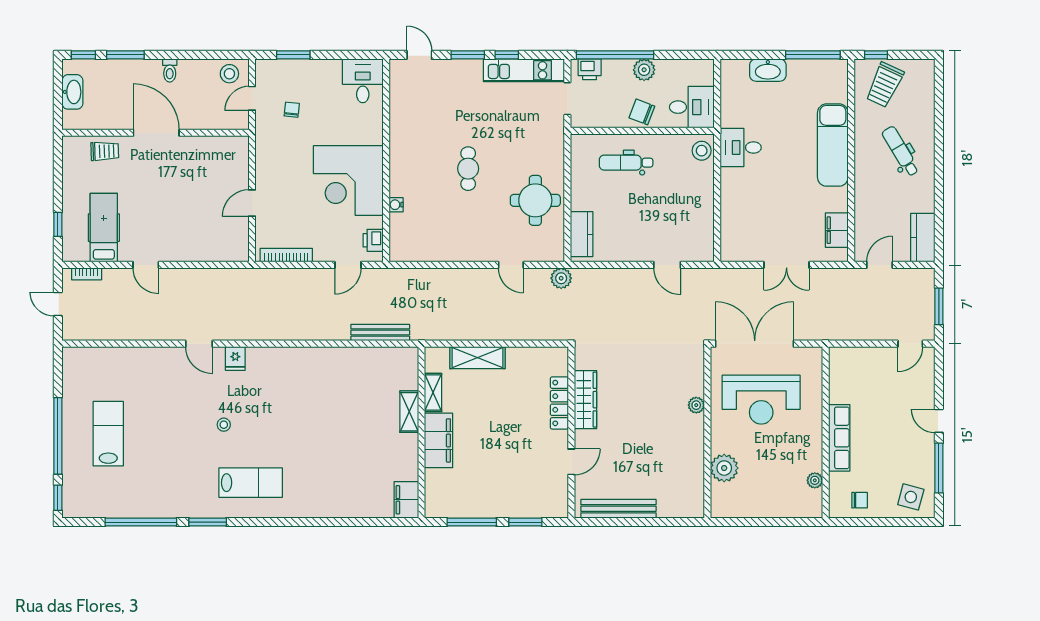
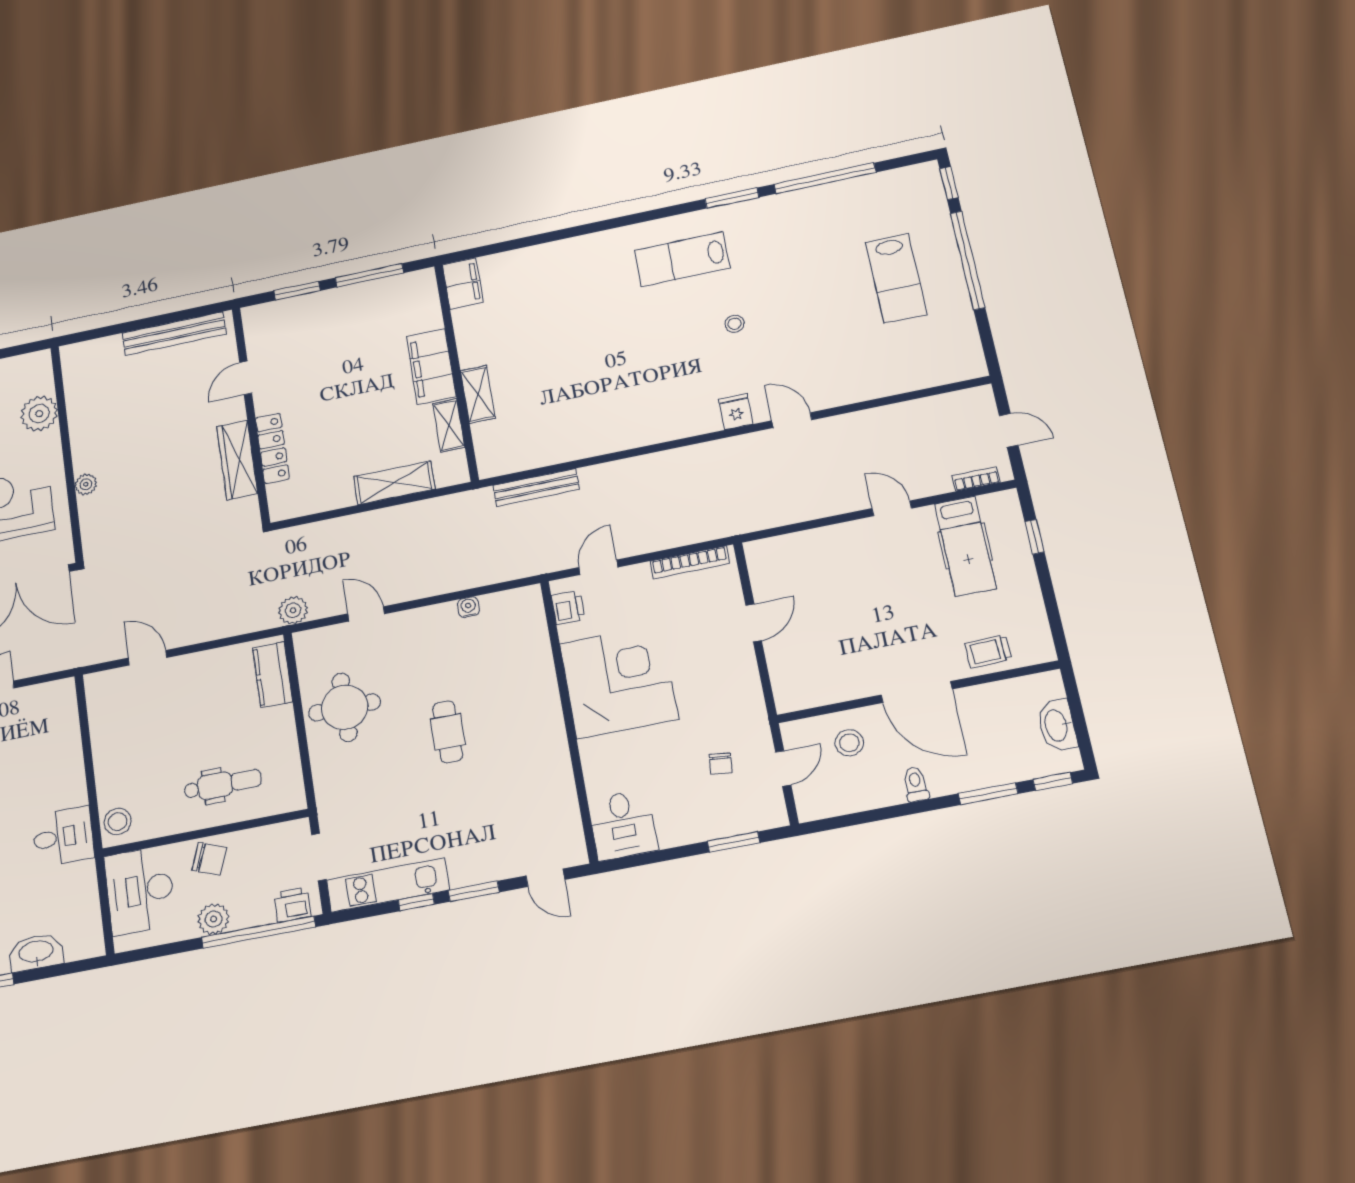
stool: (229, 74) -> (849, 743), moved
desk: (692, 107) -> (140, 890), width x1.37
water cooler: (396, 205) -> (468, 607), moved, turned -90

